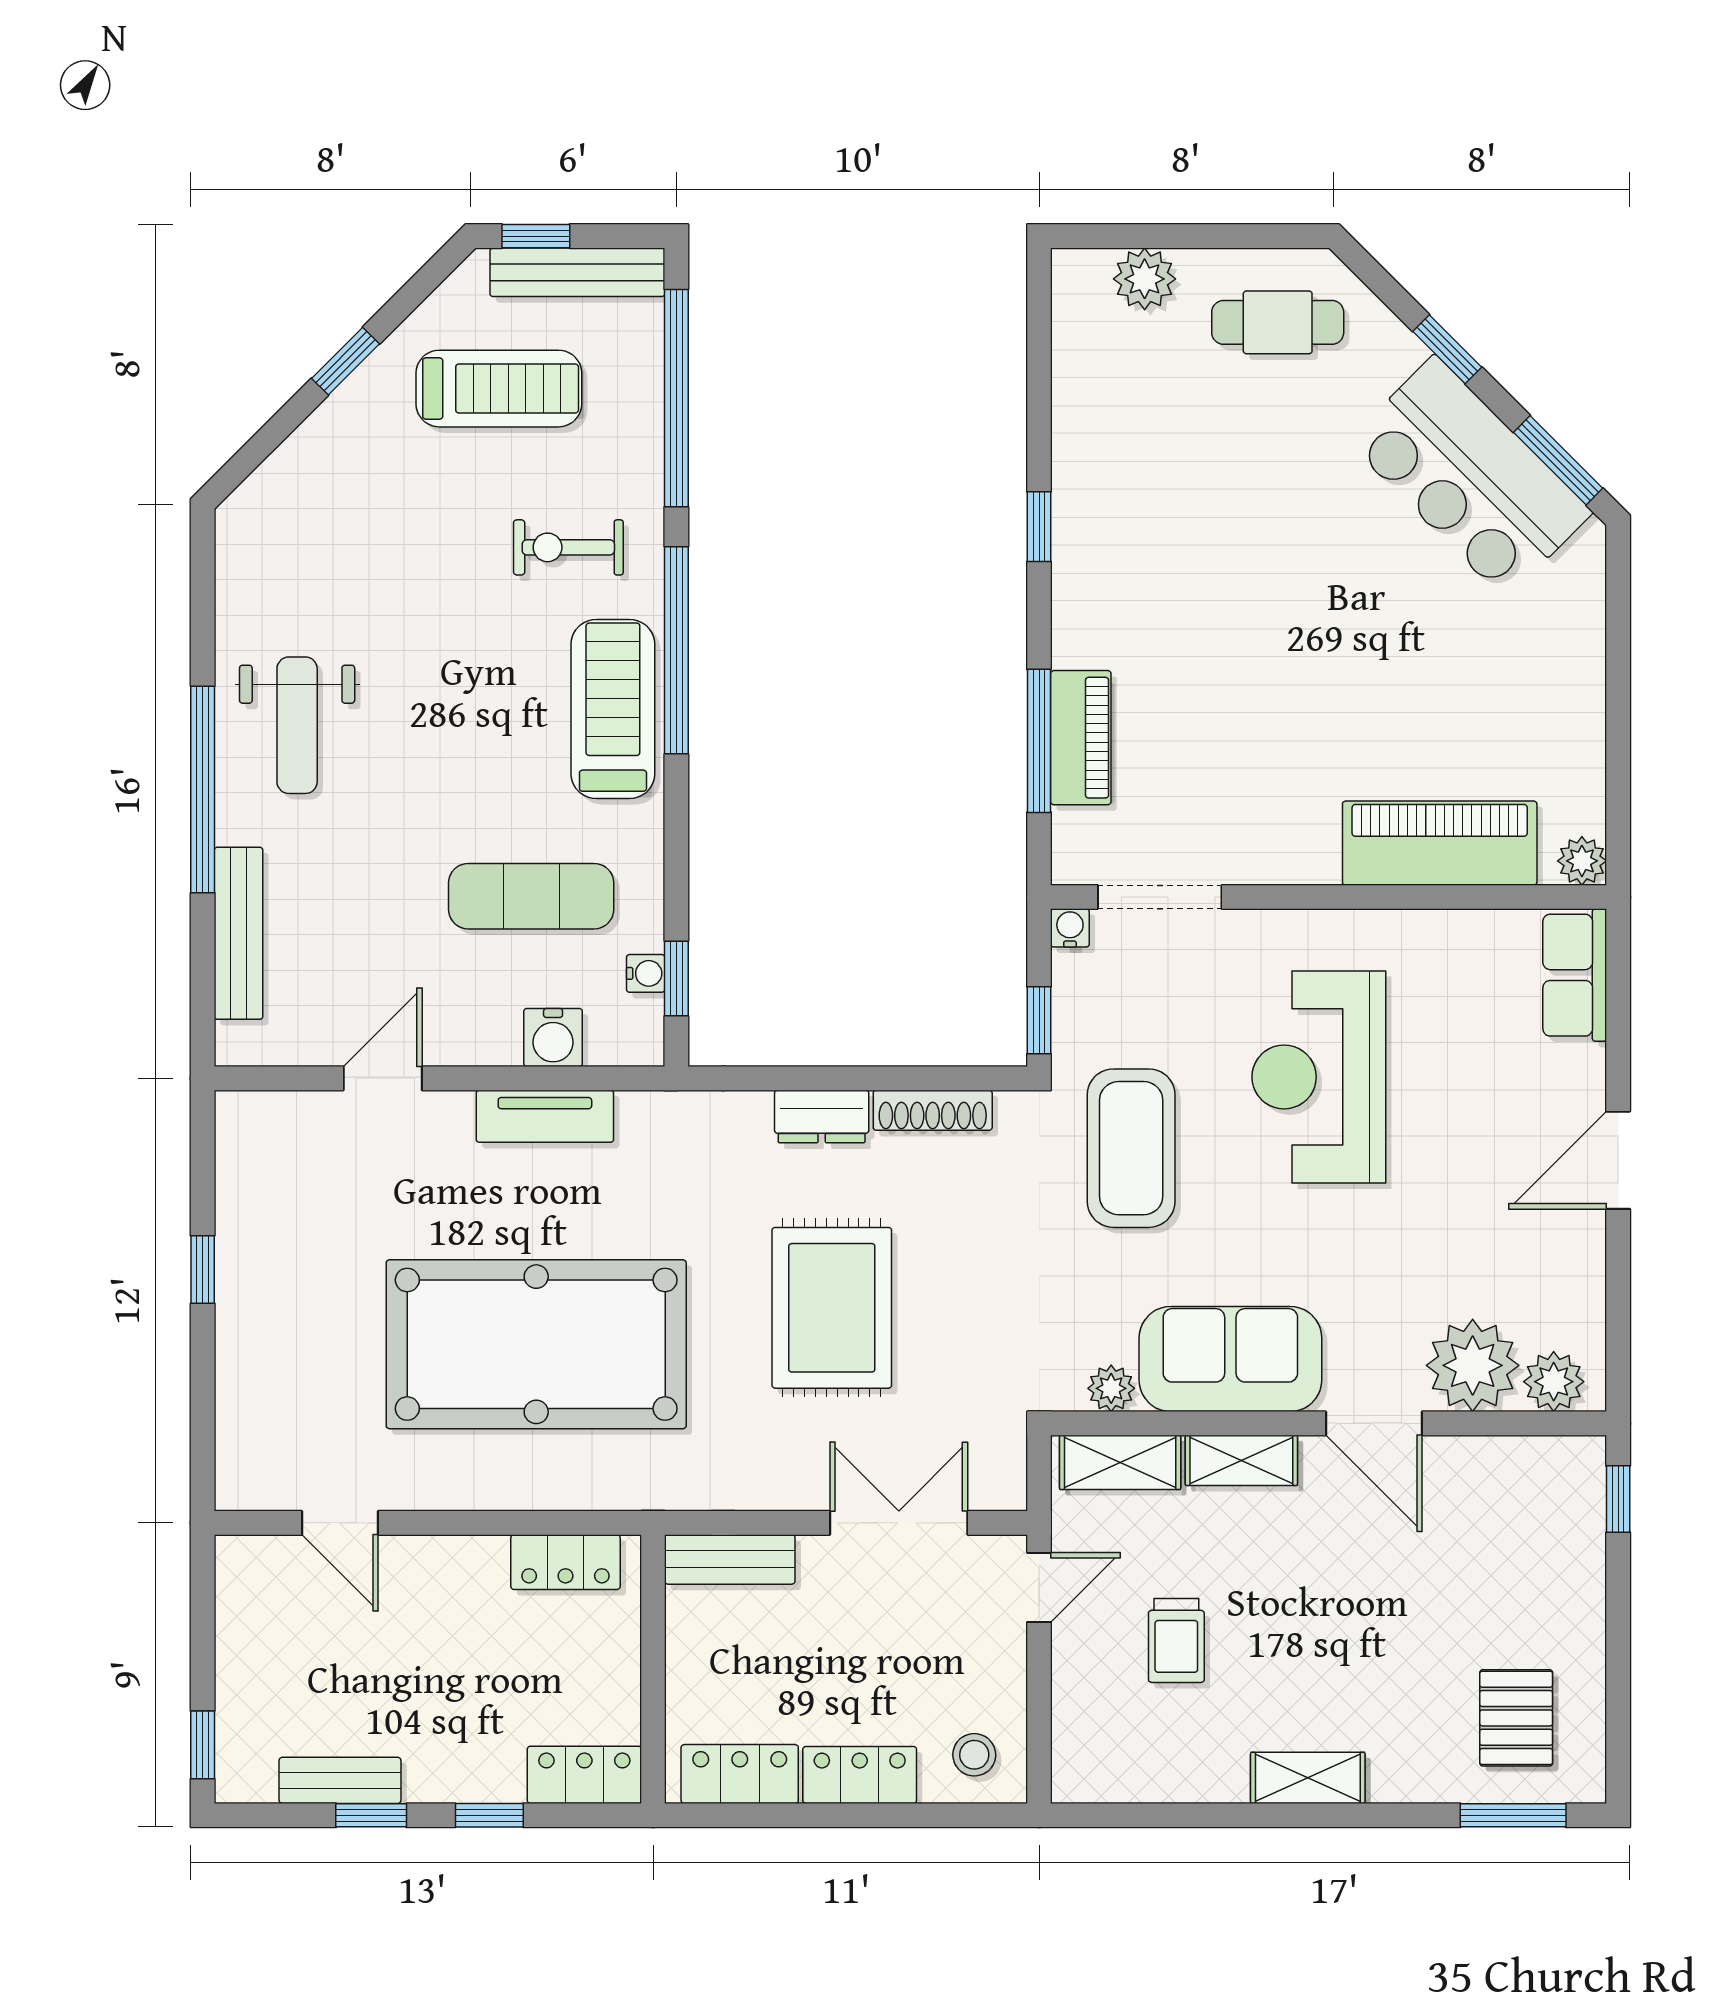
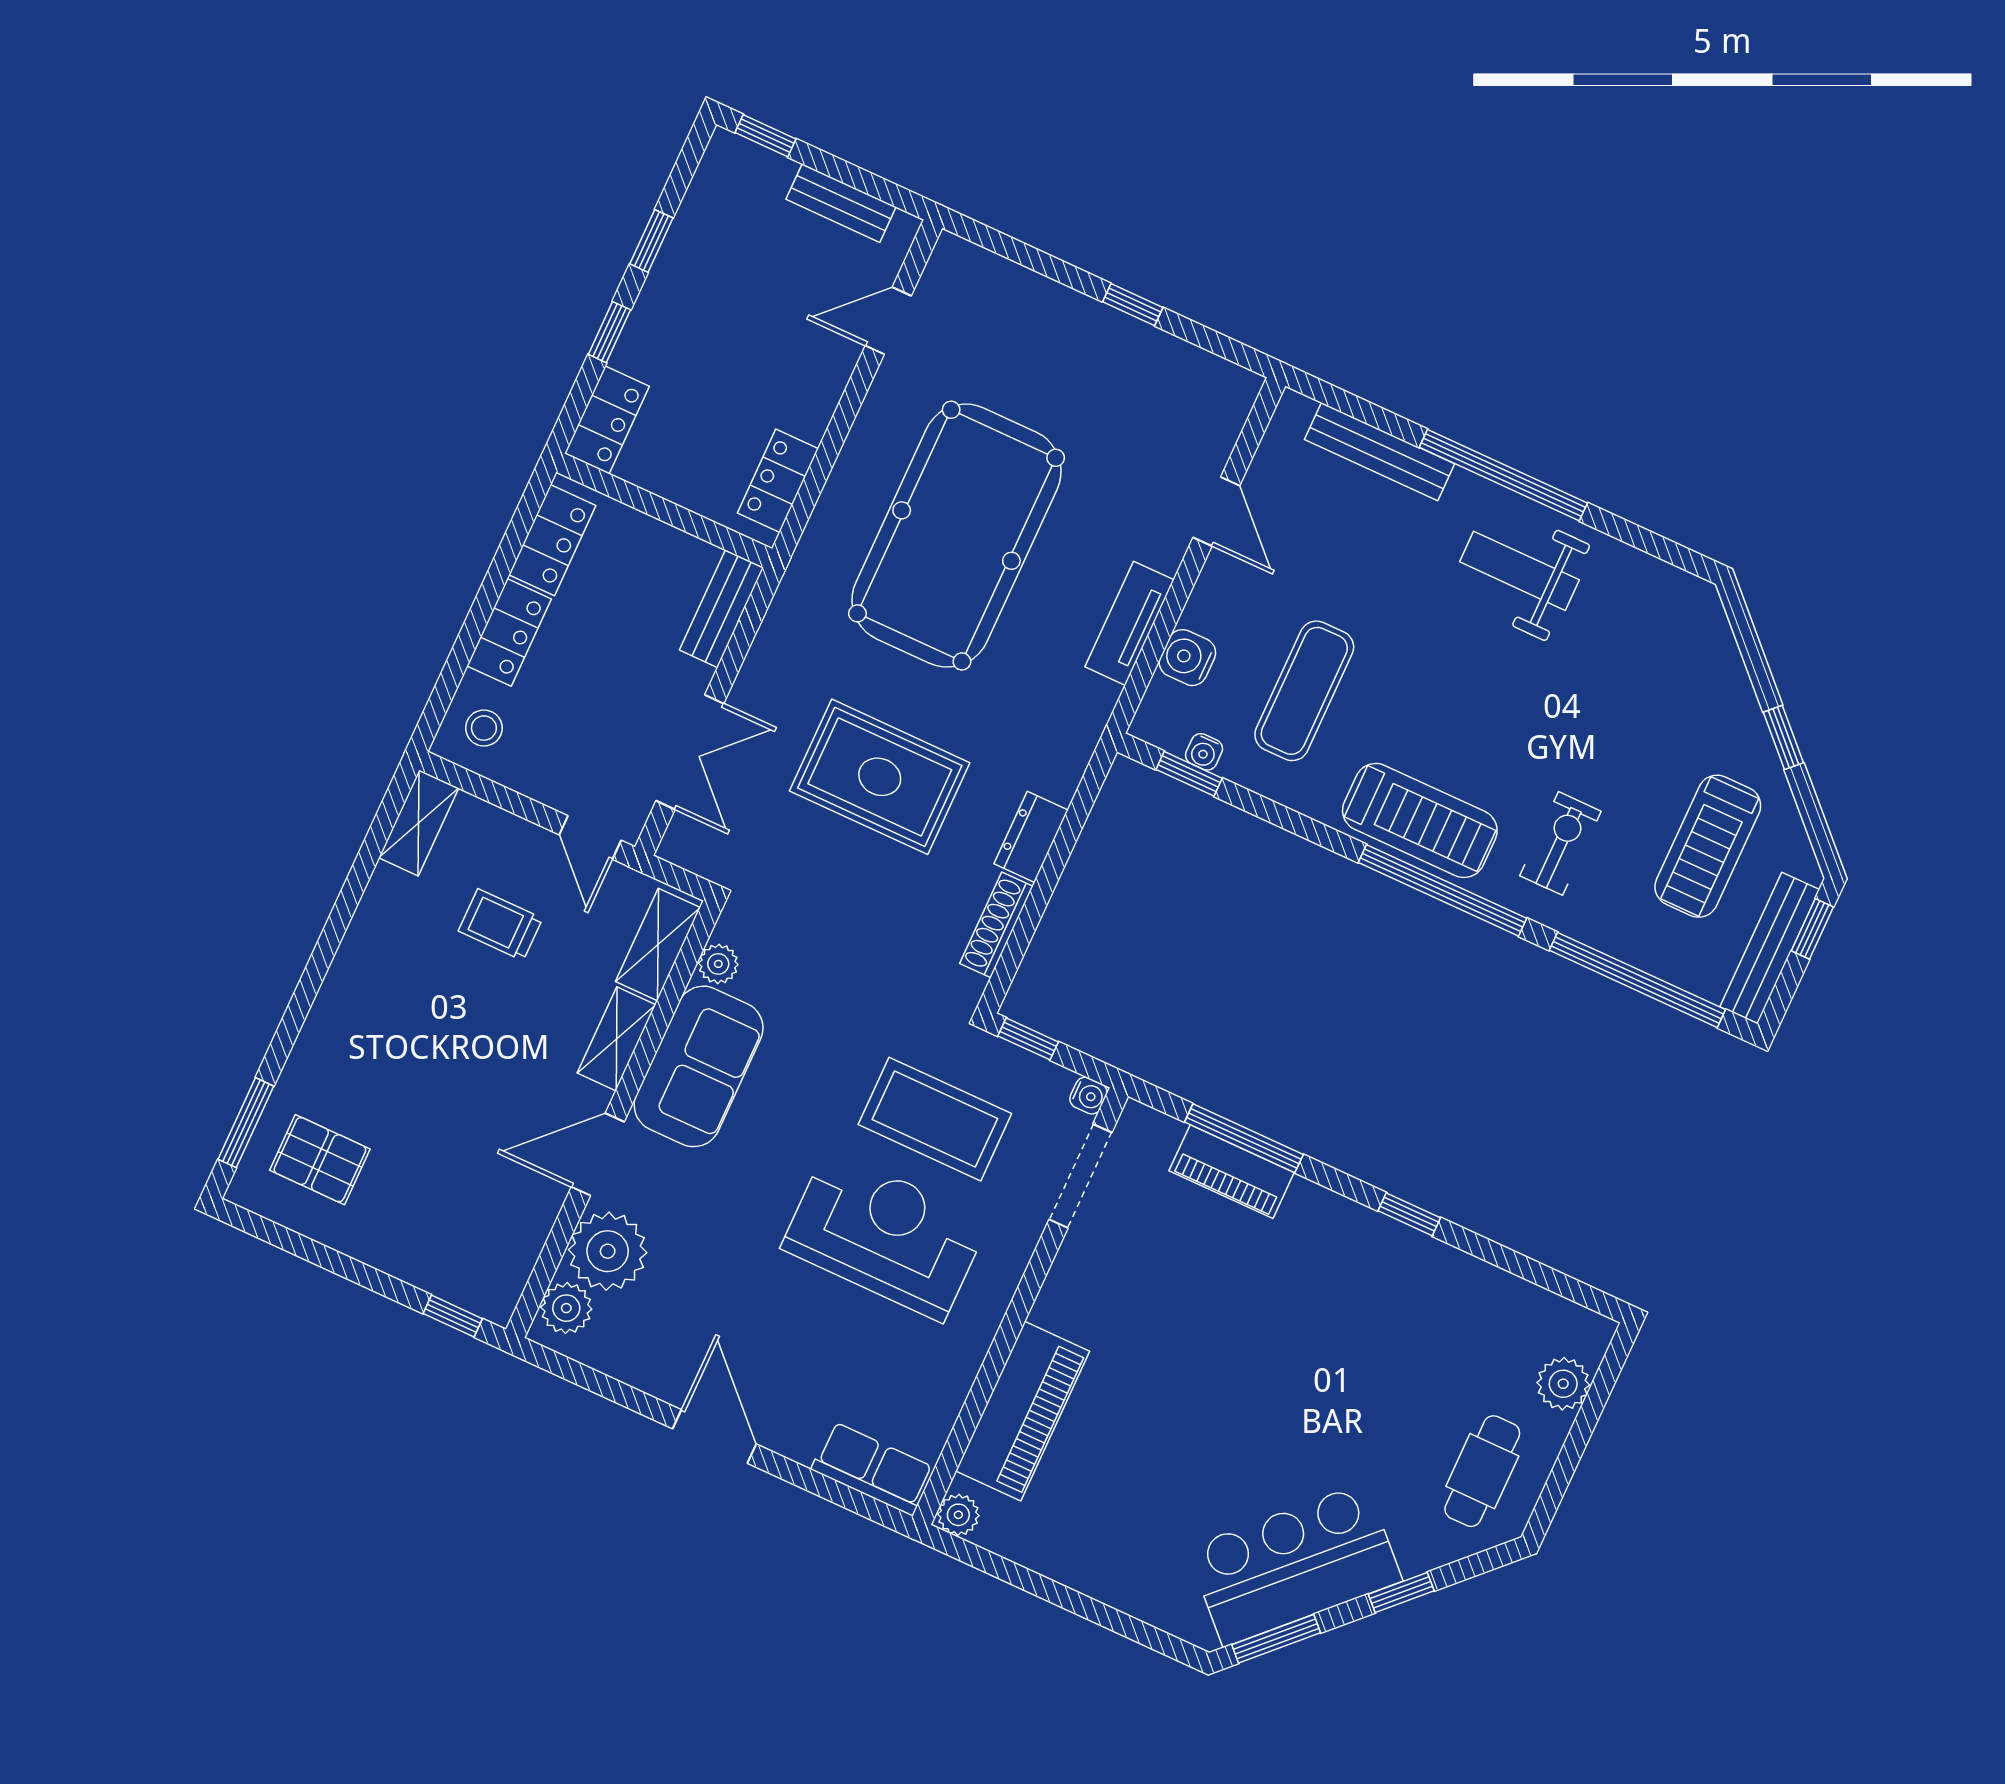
coffee table: (1131, 1148) -> (935, 1119), moved
shelving: (1308, 1778) -> (419, 823), moved
bench: (340, 1780) -> (841, 203), moved, turned 90

